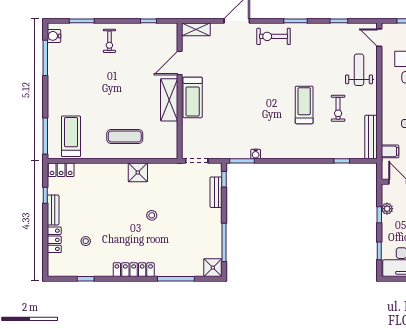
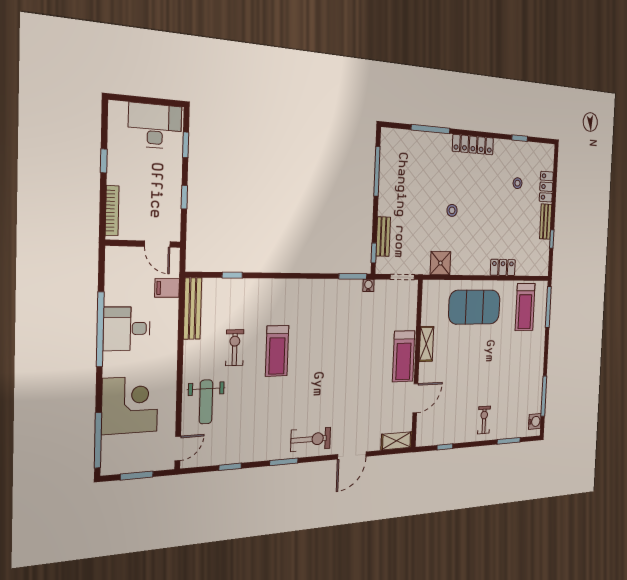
door: (379, 38) -> (178, 448), hinge flipped
treadmill: (193, 97) -> (404, 356), turned 180
shelving: (169, 100) -> (426, 344), width x0.67, depth x0.75
exercise mat: (125, 136) -> (474, 307), width x2.00, depth x1.45
water cooler: (256, 154) -> (368, 285), moved
locker: (61, 170) -> (503, 267), moved
shower: (138, 172) -> (440, 263), moved
plant: (387, 209) -> (173, 205), removed
shower: (213, 268) -> (391, 140), removed

